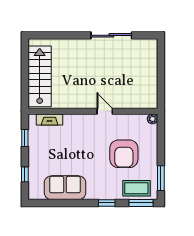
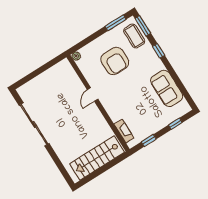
sliding door: (111, 35) -> (34, 125), width x1.36
armchair: (124, 154) -> (115, 61), turned 90

